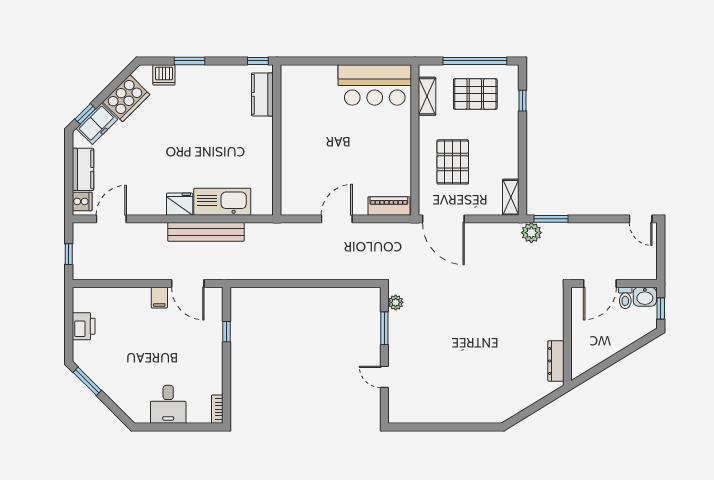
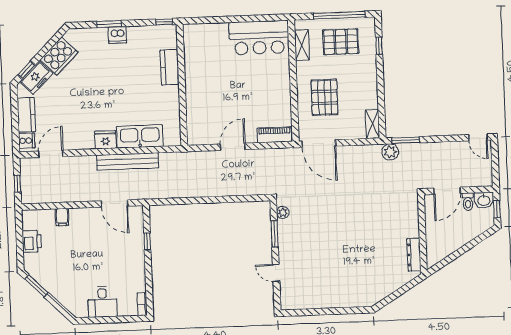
dishwasher: (164, 75) -> (117, 35), moved
kitchen counter: (262, 94) -> (170, 67), moved
filing cabinet: (159, 298) -> (62, 217), moved

